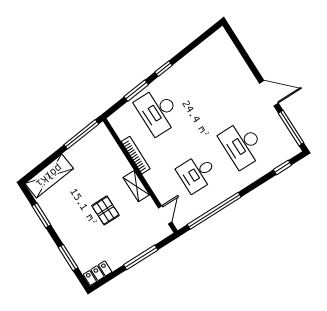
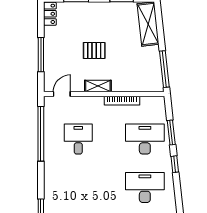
desk: (242, 145) -> (145, 187), moved
door: (165, 215) -> (62, 94), swing flipped

